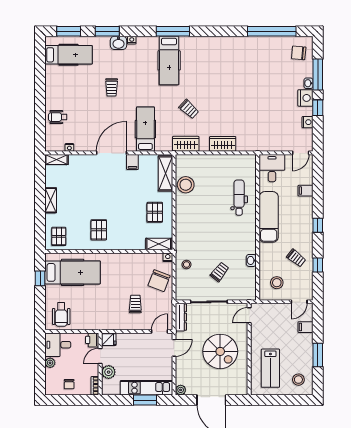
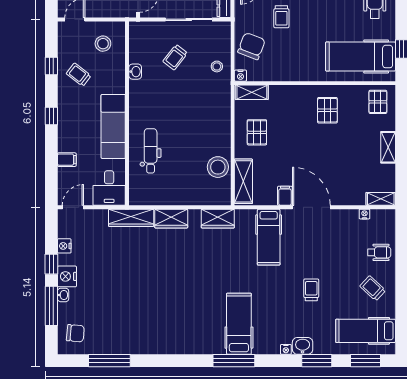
window: (272, 31) -> (109, 361), width x0.68
trolley: (189, 109) -> (373, 288), moved
wardrobe: (254, 144) -> (131, 218), added
door: (111, 153) -> (311, 207), swing flipped
dental chair: (239, 198) -> (151, 151), turned 180

